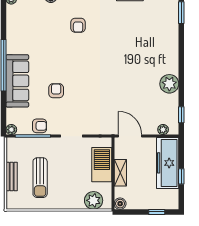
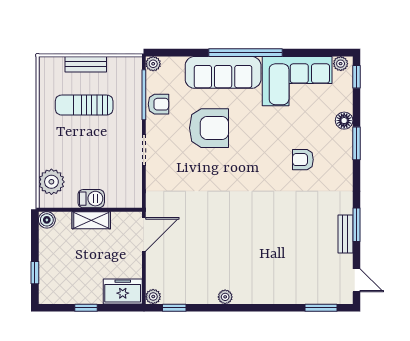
corner sofa: (23, 29) -> (297, 81), added
plant: (169, 84) -> (225, 297), width x0.53, depth x0.53
armchair: (56, 91) -> (209, 128), width x1.88, depth x1.88
armchair: (39, 126) -> (158, 104), turned -90
plant: (163, 130) -> (153, 297), moved
freezer: (168, 163) -> (123, 291), width x0.52, depth x0.79
barbecue: (102, 165) -> (91, 199), width x0.53, depth x0.65

